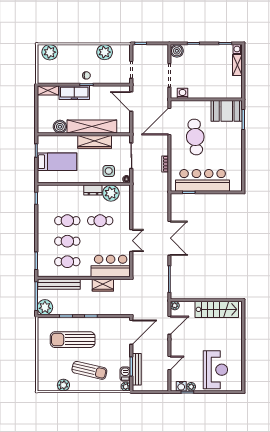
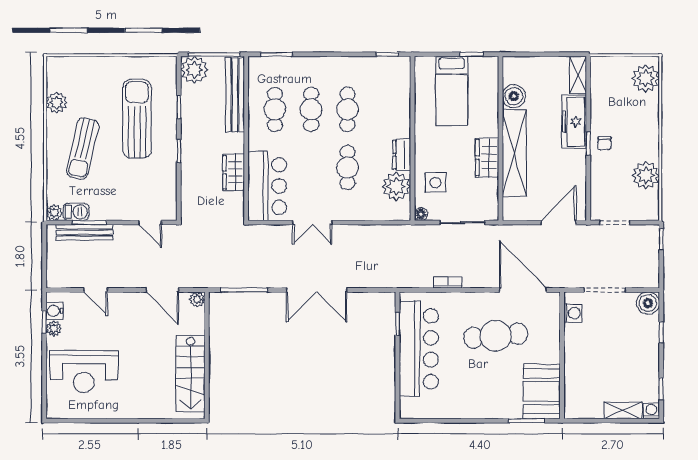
wardrobe: (95, 142) -> (487, 158), width x0.67
door: (131, 332) -> (150, 223), width x0.53

